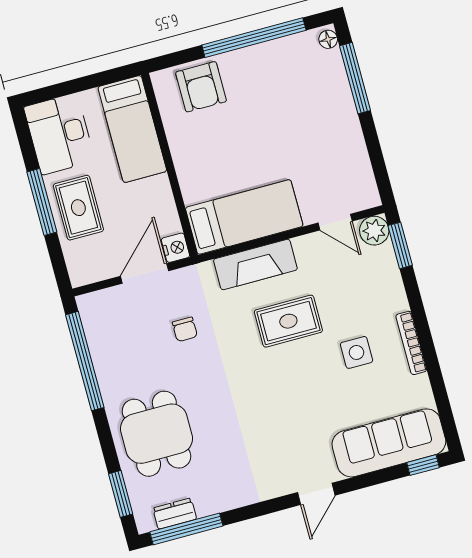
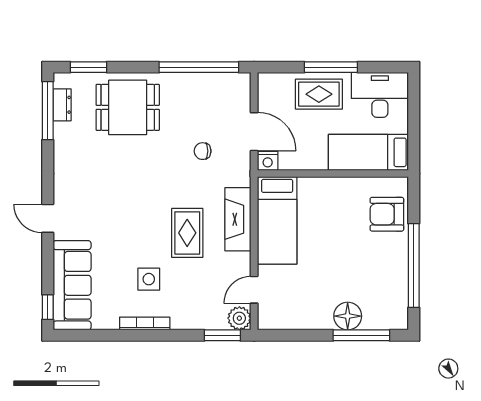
floor lamp: (328, 39) -> (348, 316), moved, width x1.89, depth x1.89

